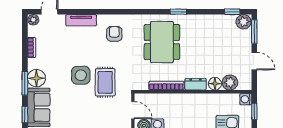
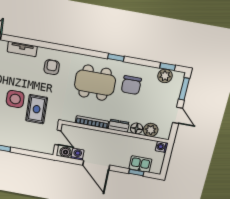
plant: (244, 22) -> (165, 76), moved
chair: (200, 38) -> (131, 85), added
dining table: (162, 42) -> (95, 83), turned 90
window: (254, 111) -> (167, 158), removed

